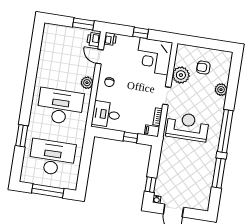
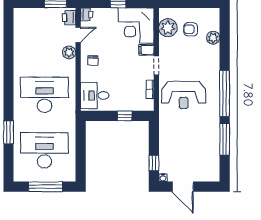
door: (99, 57) -> (78, 35), swing flipped
plant: (181, 75) -> (168, 28), moved
plant: (87, 83) -> (69, 52), moved
plant: (221, 90) -> (213, 38), moved
reception desk: (187, 127) -> (184, 95), turned 180
filing cabinet: (152, 131) -> (146, 50), moved

